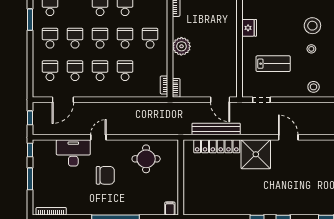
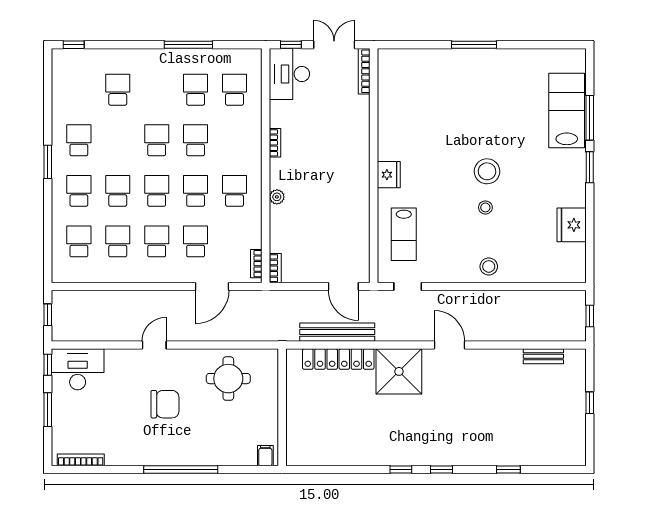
plant: (181, 46) -> (277, 197), width x0.53, depth x0.53
lab bench: (273, 64) -> (404, 234), moved, turned 90
door: (63, 100) -> (212, 286), moved
desk: (73, 153) -> (78, 369), moved

